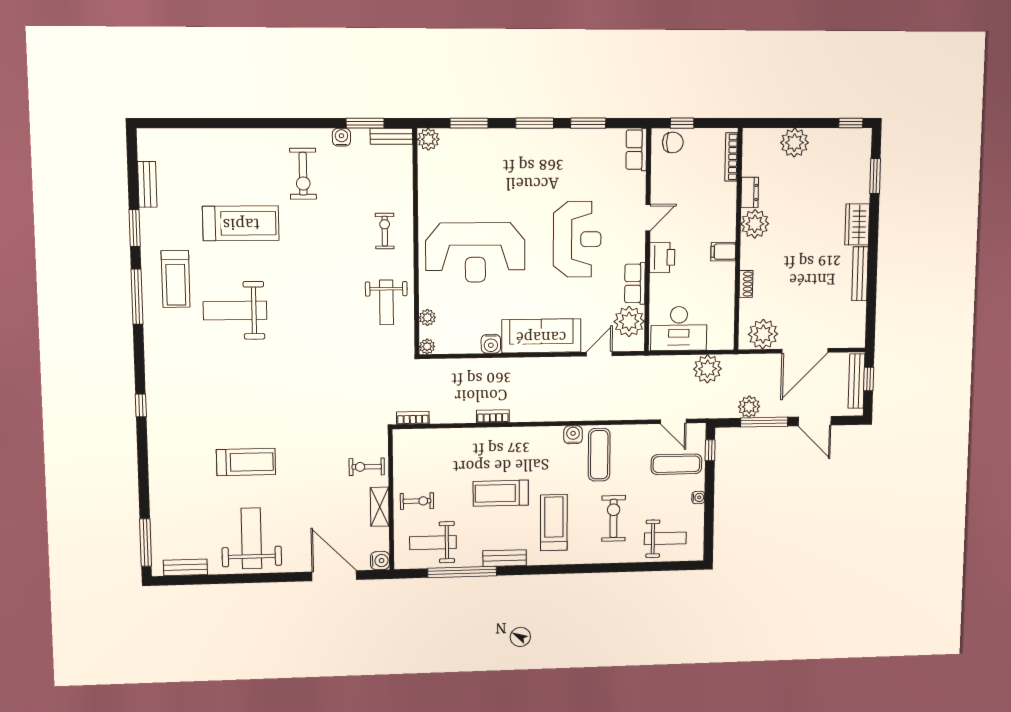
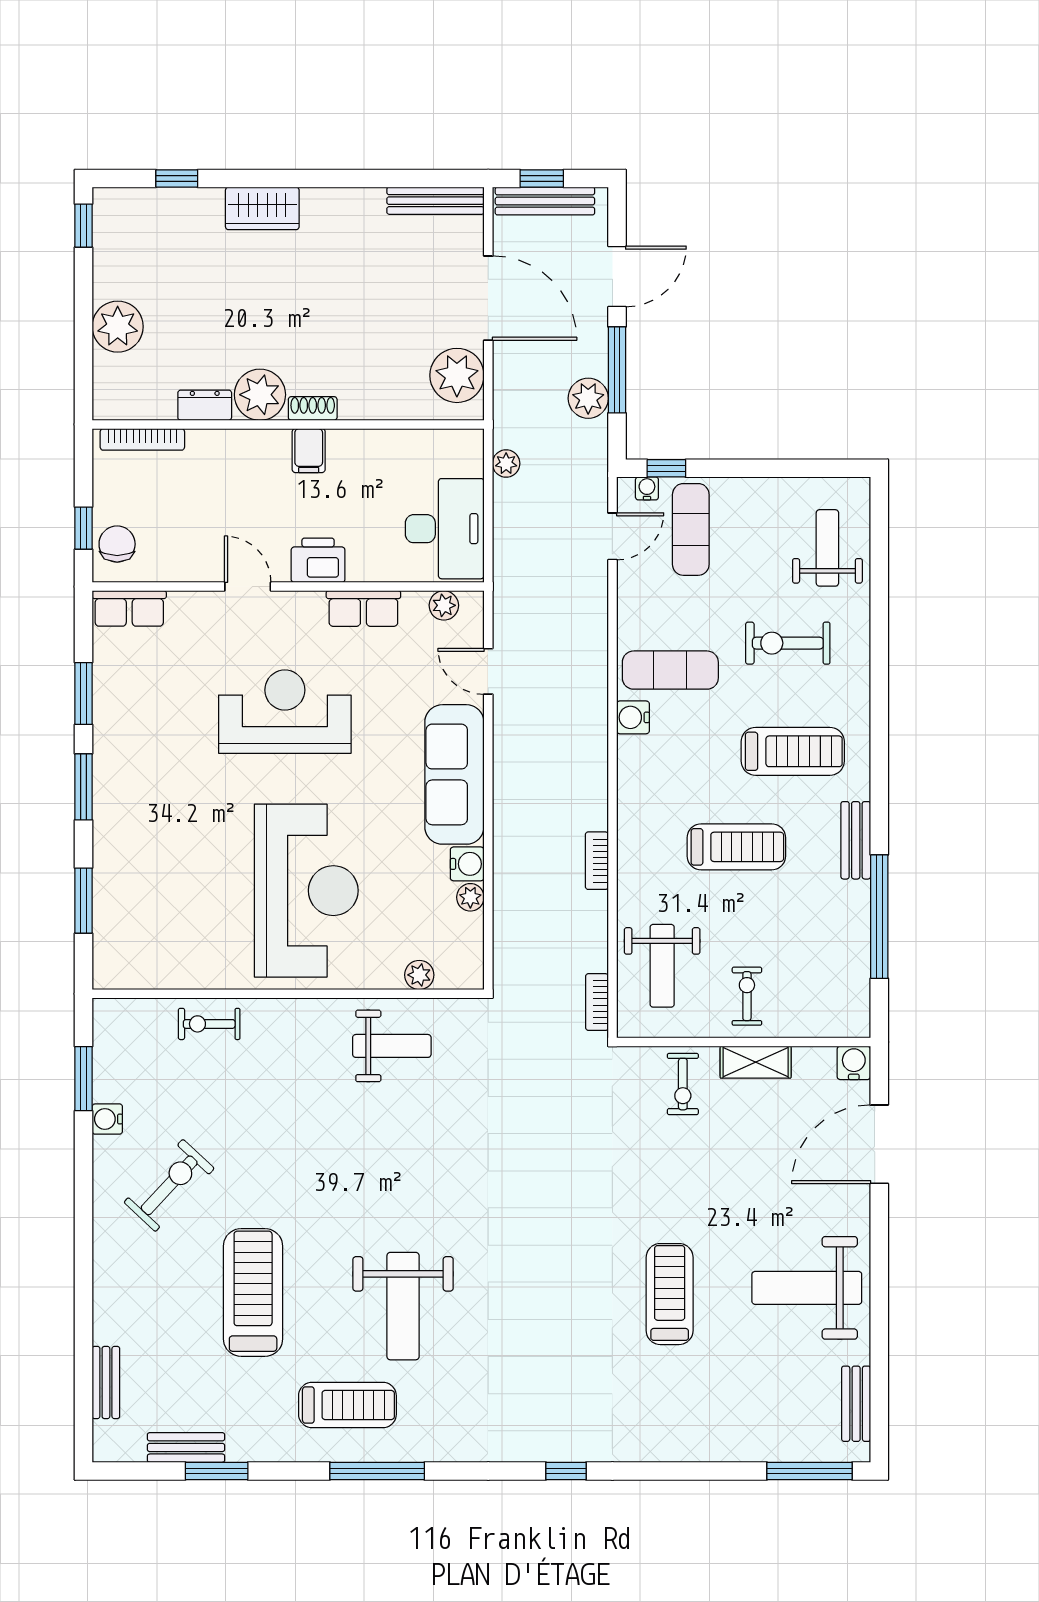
bench: (391, 136) -> (106, 1382), moved
plant: (428, 139) -> (111, 971), removed
exercise bike: (303, 174) -> (169, 1185), turned -47
window: (875, 176) -> (177, 178), width x0.67
window: (135, 228) -> (217, 1471), moved
exercise bike: (385, 231) -> (209, 1024), moved
bench: (860, 274) -> (435, 201), moved
shoe rack: (746, 284) -> (313, 408), moved
plant: (629, 321) -> (444, 605), width x0.53, depth x0.53
plant: (427, 346) -> (470, 897), moved
plant: (708, 369) -> (506, 463), width x0.53, depth x0.53
treadmill: (501, 493) -> (736, 847), turned -90
water cooler: (698, 497) -> (647, 488), moved
treadmill: (554, 523) -> (793, 751), turned 180
weight bench: (433, 543) -> (662, 966), moved

